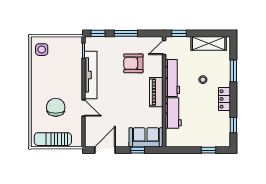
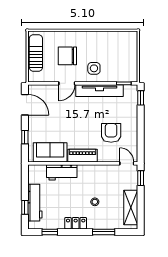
window: (126, 33) -> (141, 125), removed
side table: (42, 50) -> (94, 68), moved
workbench: (172, 78) -> (35, 203), moved, turned -90
chair: (56, 107) -> (67, 56), turned 180
sofa: (146, 137) -> (50, 152), moved, turned -90

